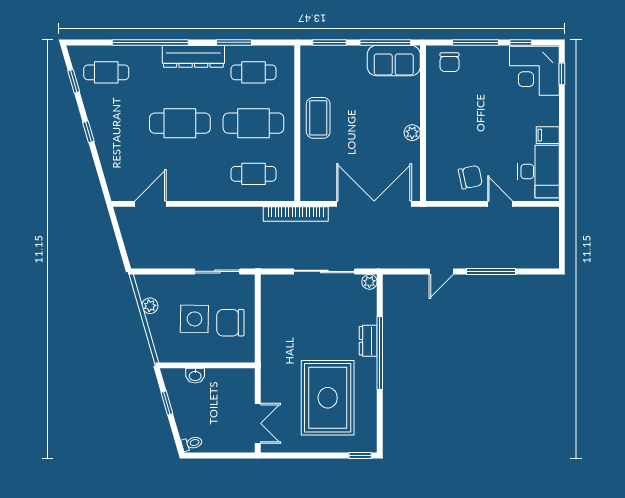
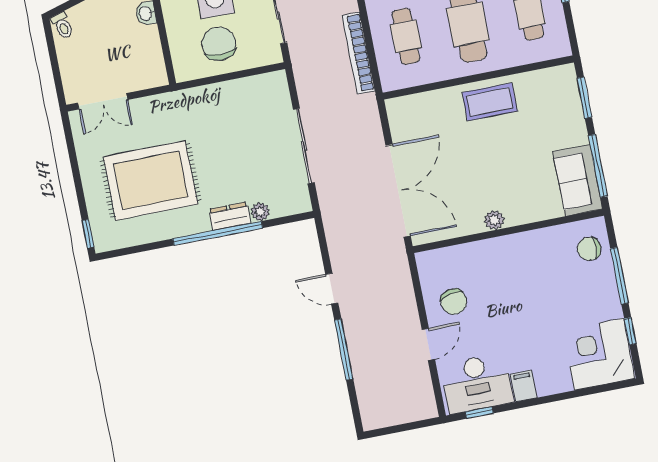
window: (562, 74) -> (479, 413), moved
bookcase: (296, 214) -> (358, 53), moved
plant: (369, 282) -> (260, 212), moved

